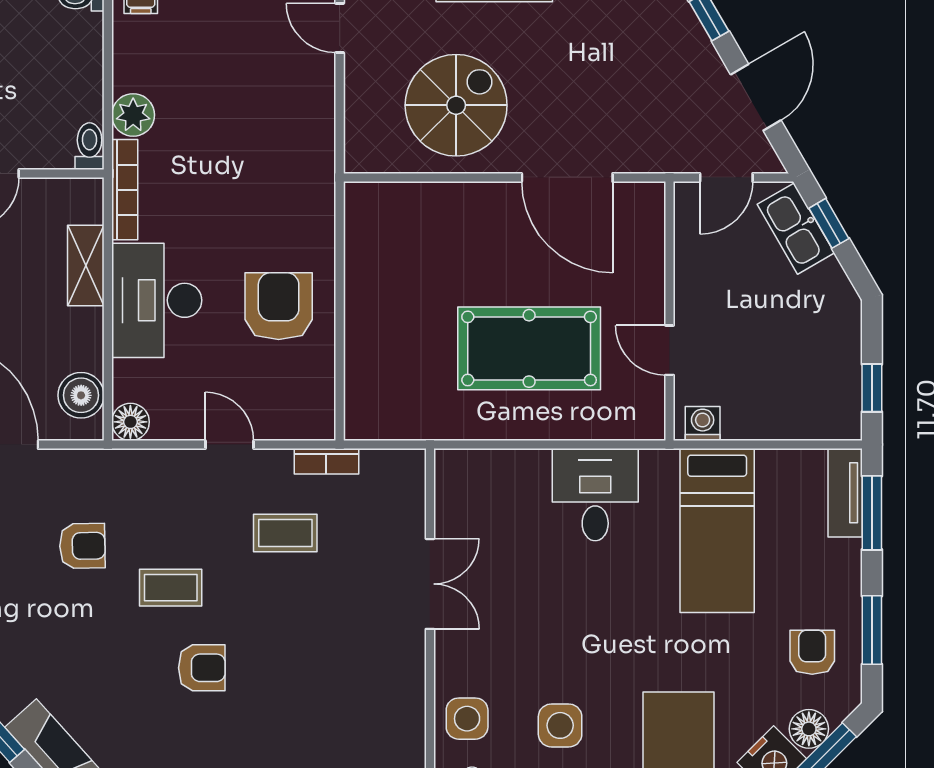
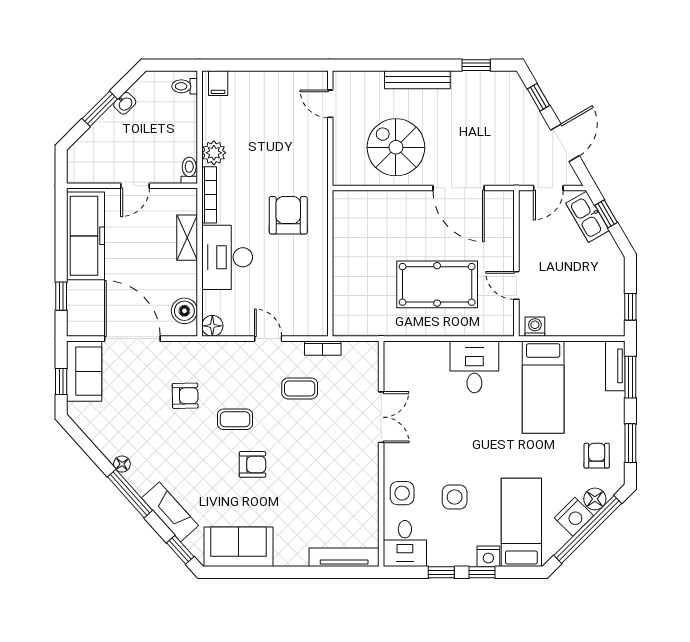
spiral stairs: (456, 105) -> (396, 147), turned -90
armchair: (279, 306) -> (288, 215), moved

